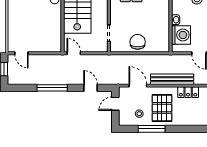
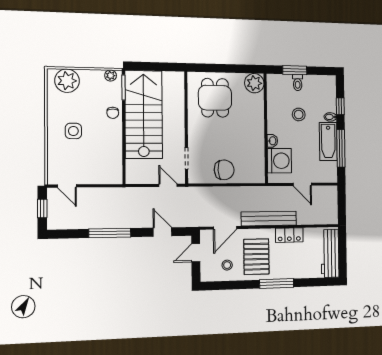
side table: (26, 13) -> (73, 131), added
chair: (138, 42) -> (224, 170), turned 87
door: (74, 53) -> (168, 185), moved
door: (138, 86) -> (225, 228), swing flipped
window: (152, 129) -> (277, 283), moved

